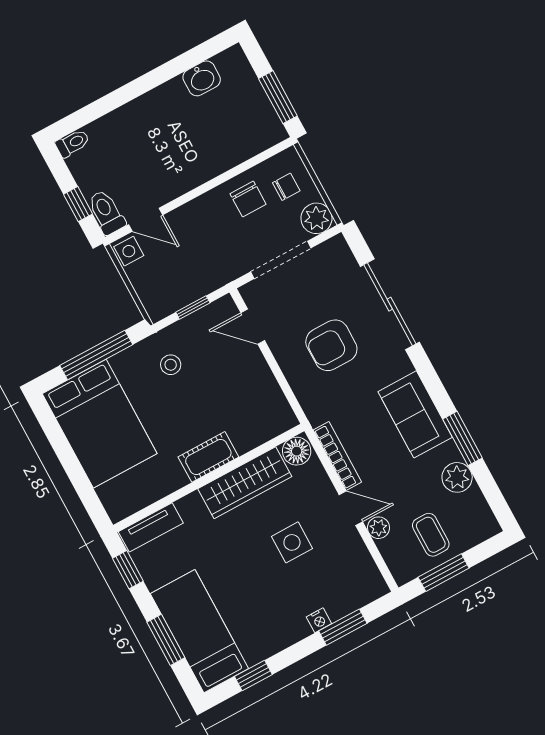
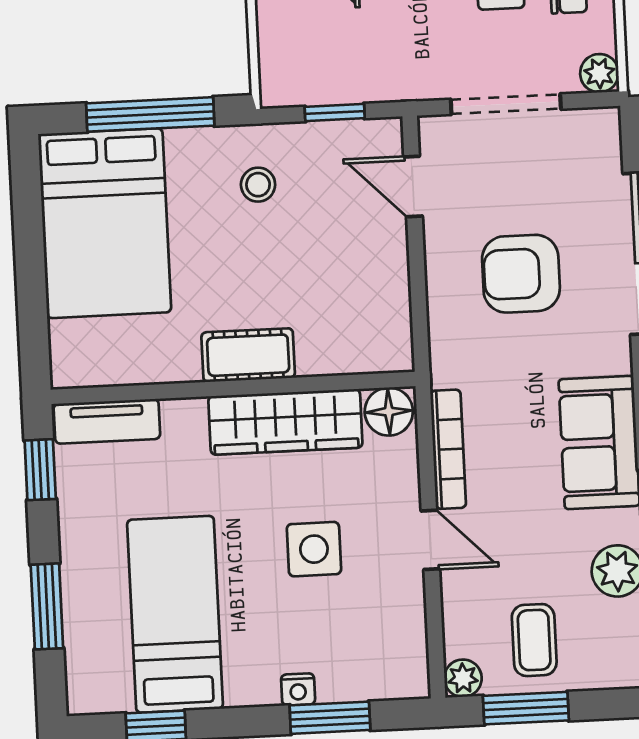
plant: (316, 218) -> (599, 73), width x0.73, depth x0.73
plant: (379, 528) -> (463, 678), moved
bed: (199, 631) -> (175, 614), moved

